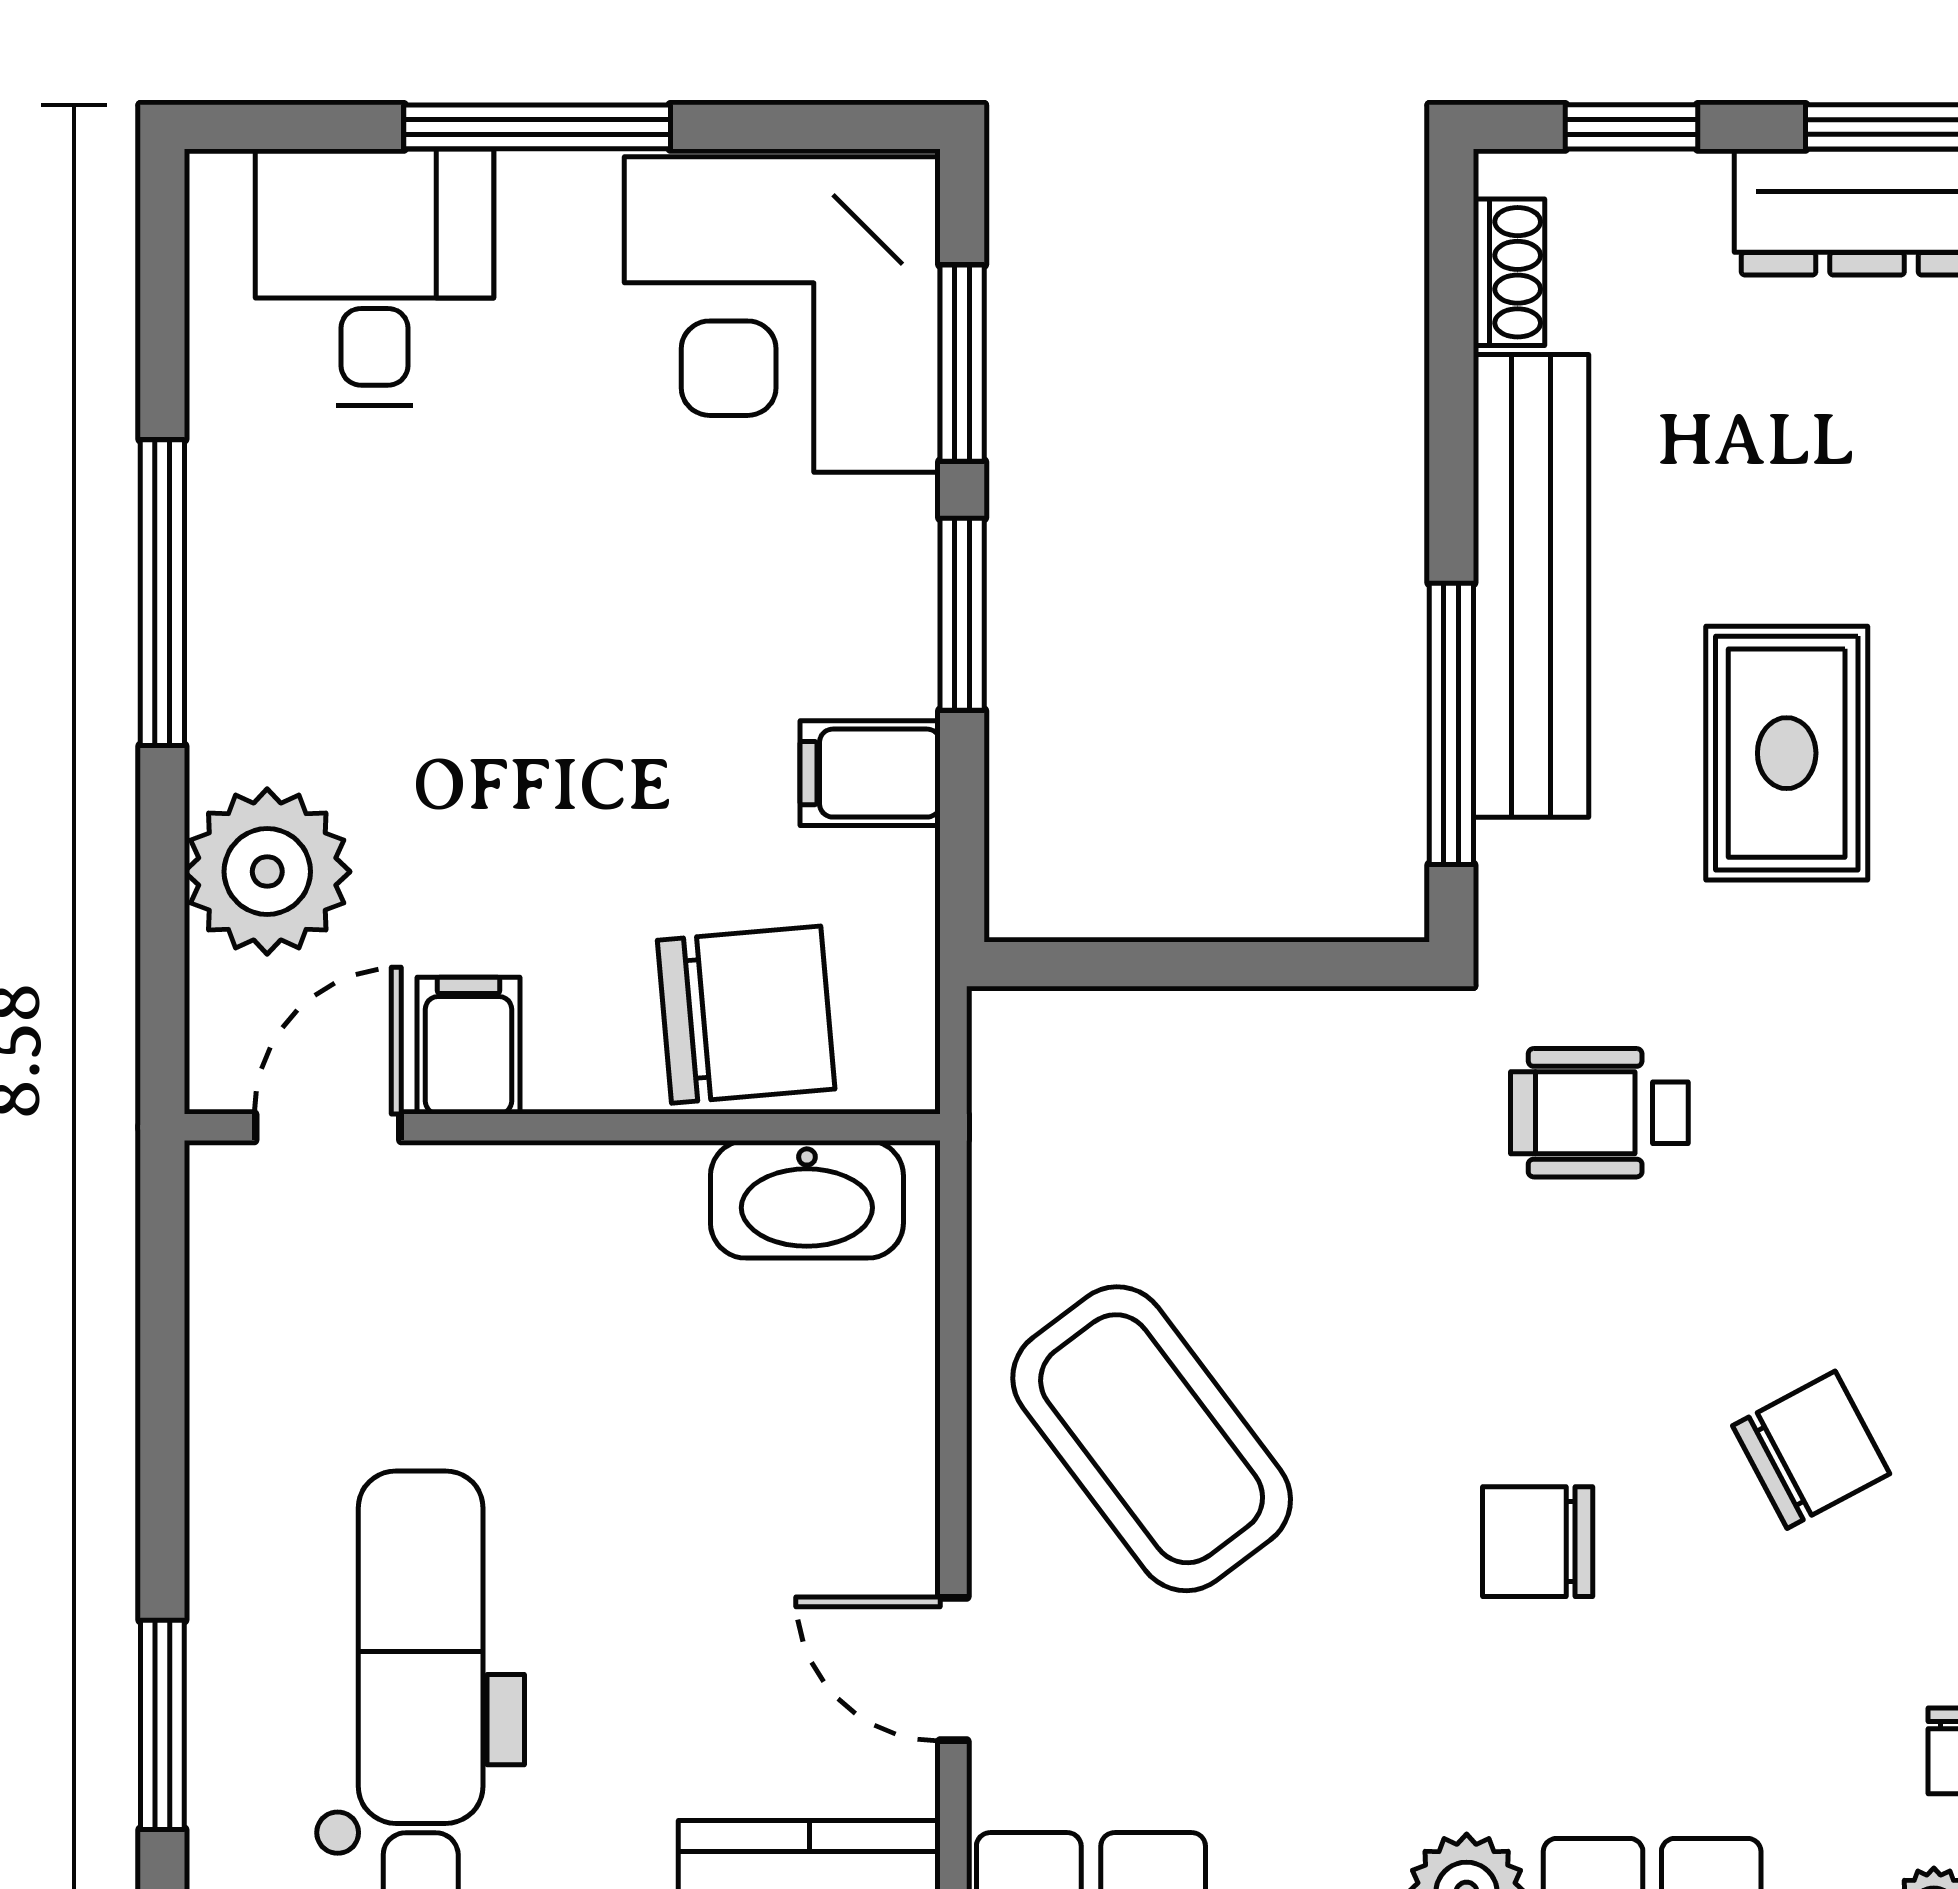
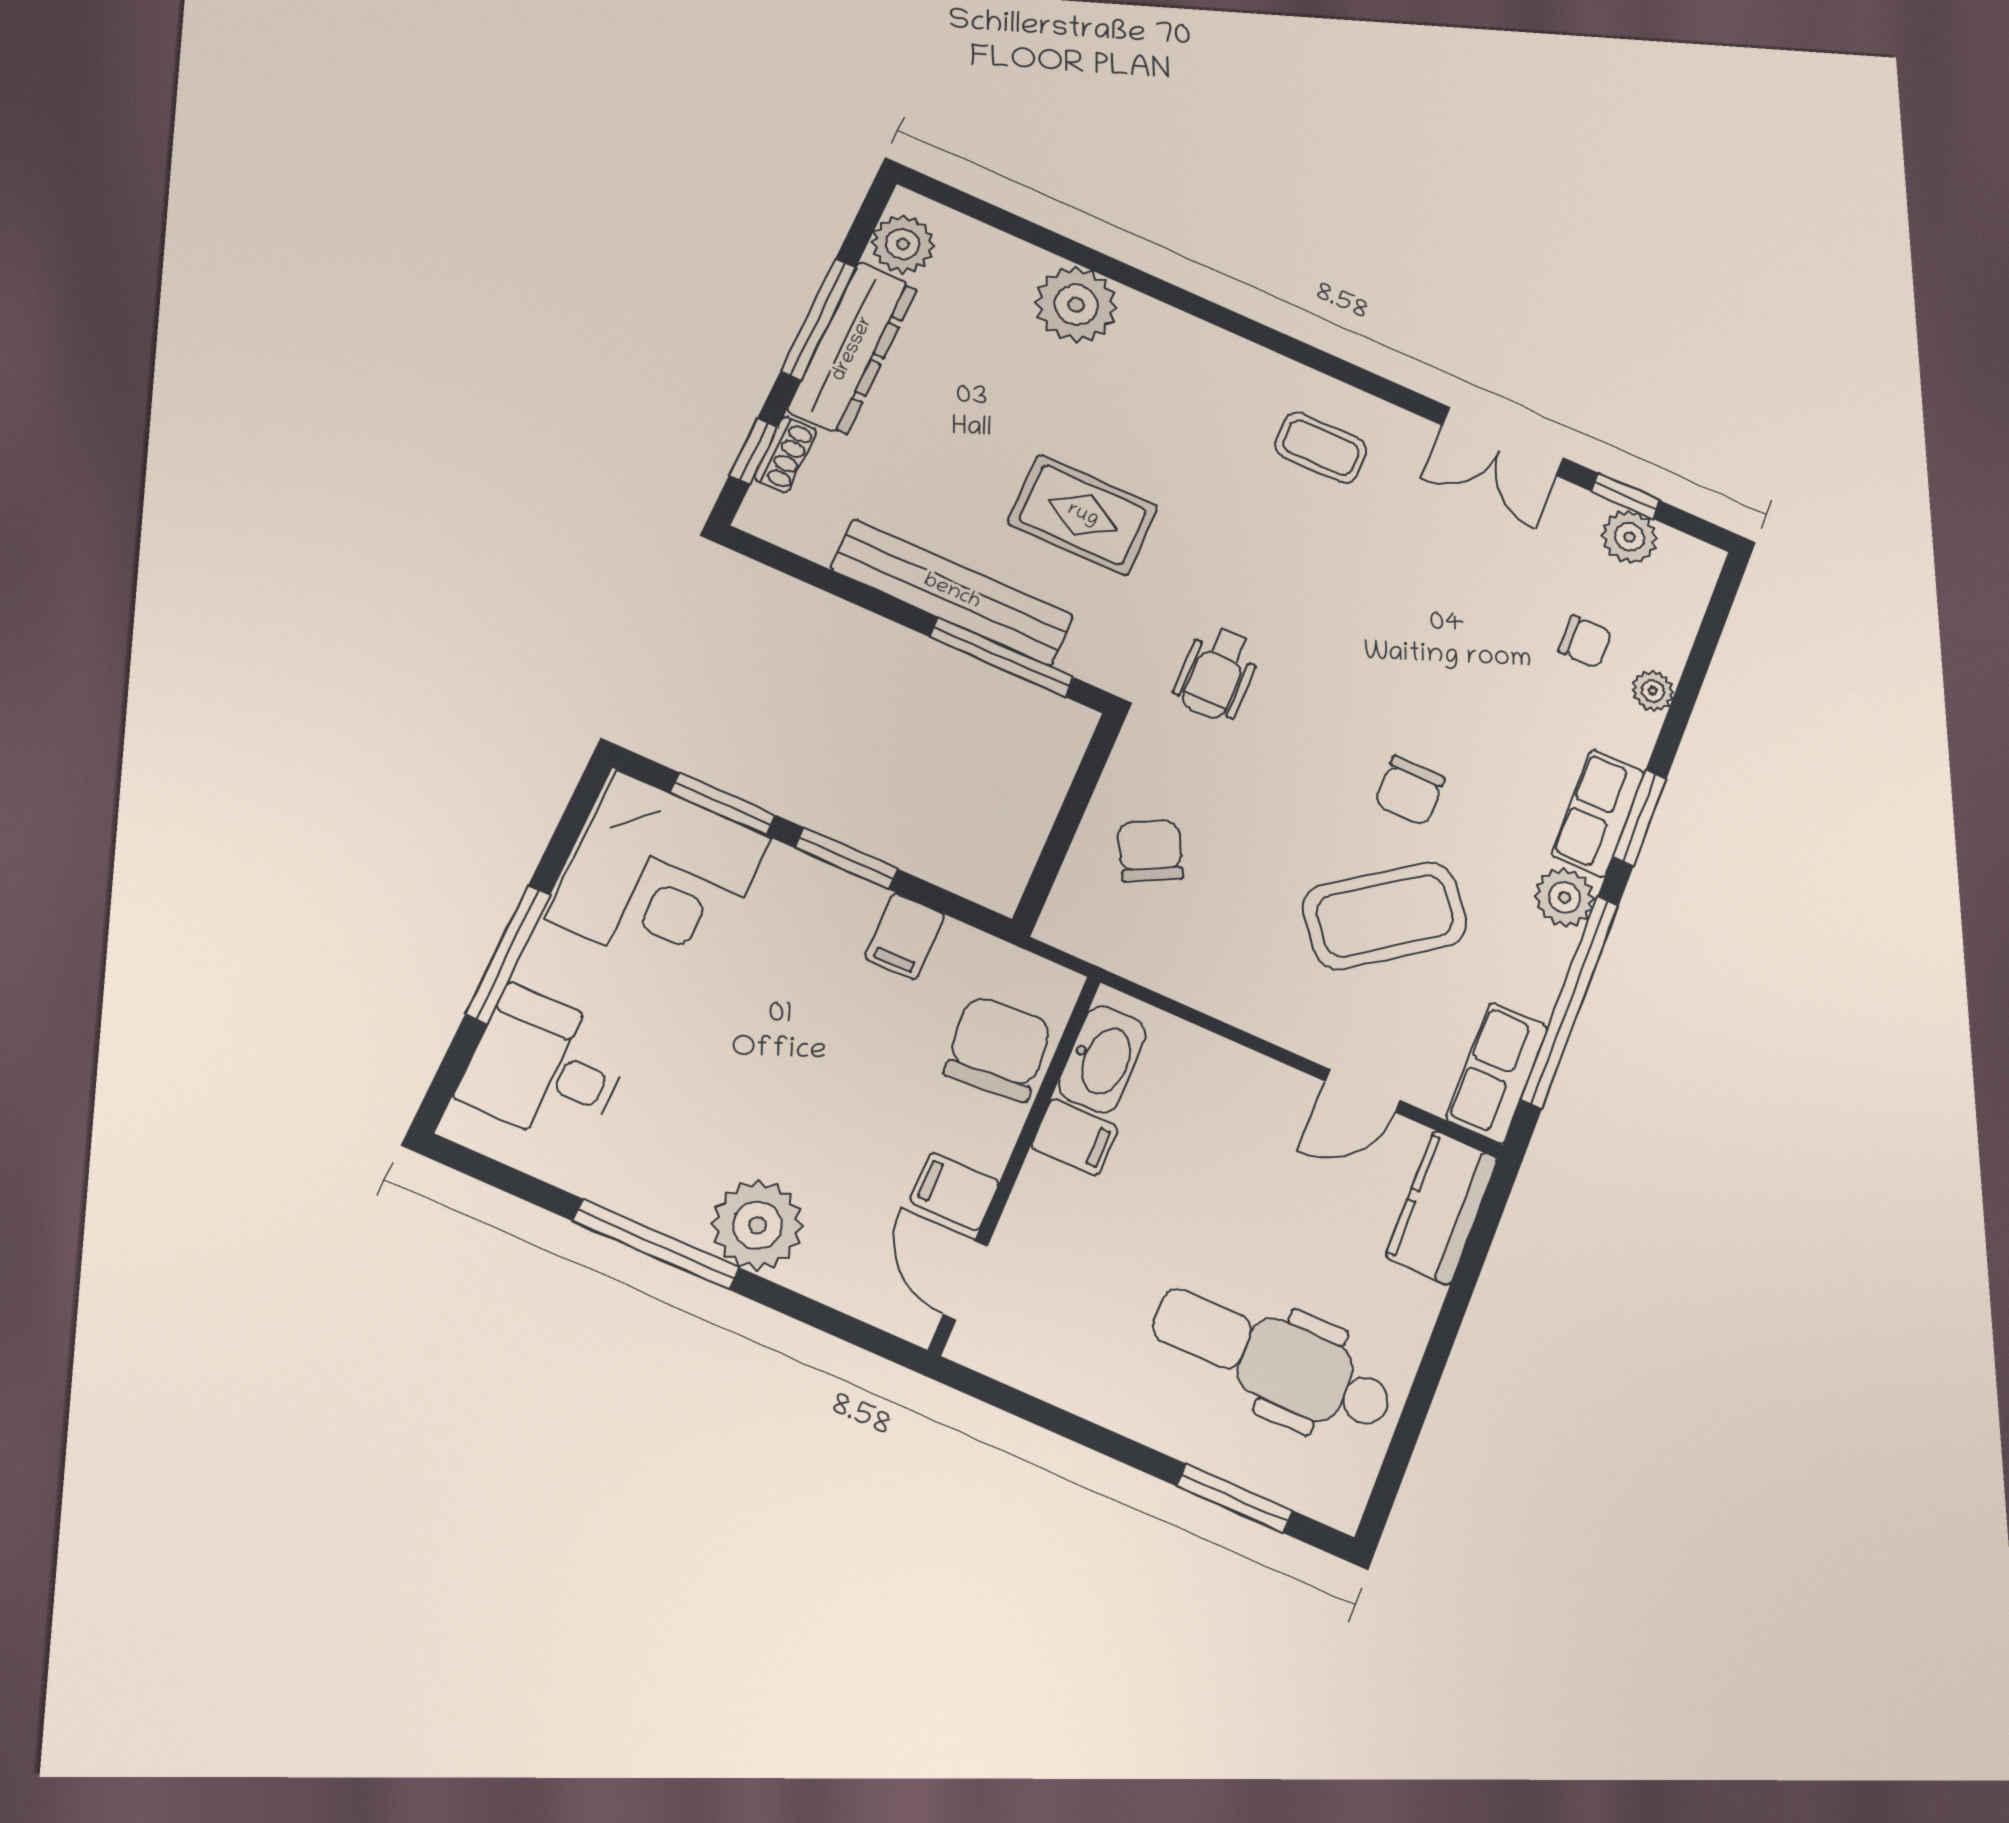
shoe rack: (1509, 272) -> (786, 454), moved, turned 90
plant: (267, 872) -> (758, 1225), moved
filing cabinet: (651, 1208) -> (1075, 1137), added
coffee table: (1152, 1439) -> (1385, 916), moved
chair: (1811, 1450) -> (1150, 851), moved

